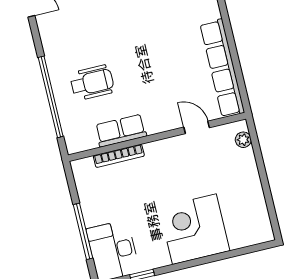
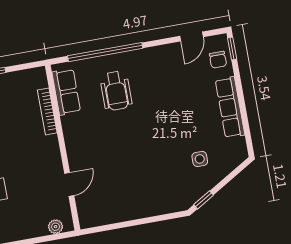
row of seats: (222, 68) -> (122, 211), removed
row of seats: (121, 131) -> (66, 92), moved

